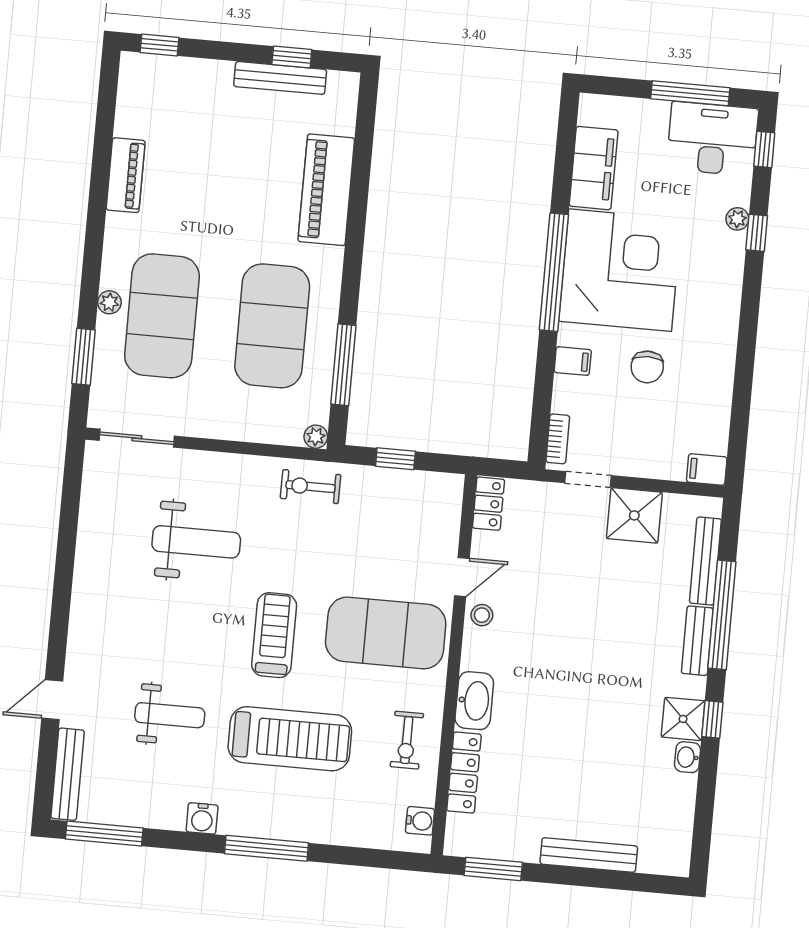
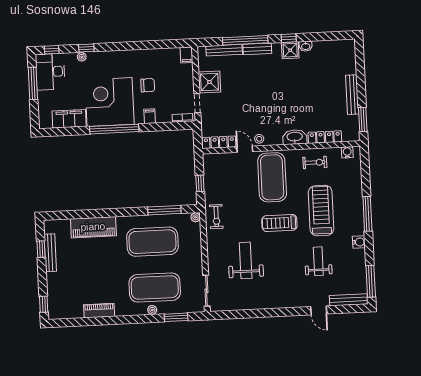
locker: (488, 504) -> (219, 142), width x1.53
bench: (589, 855) -> (352, 95), moved

